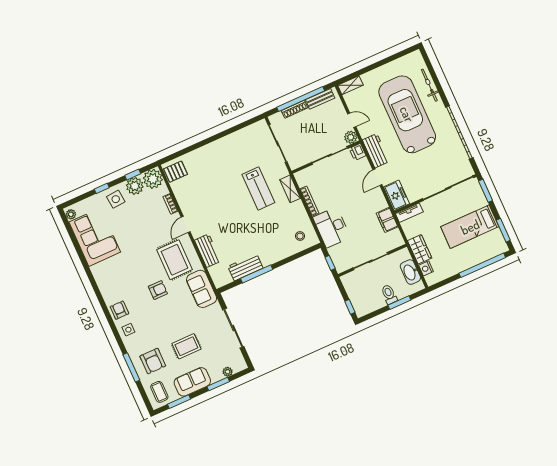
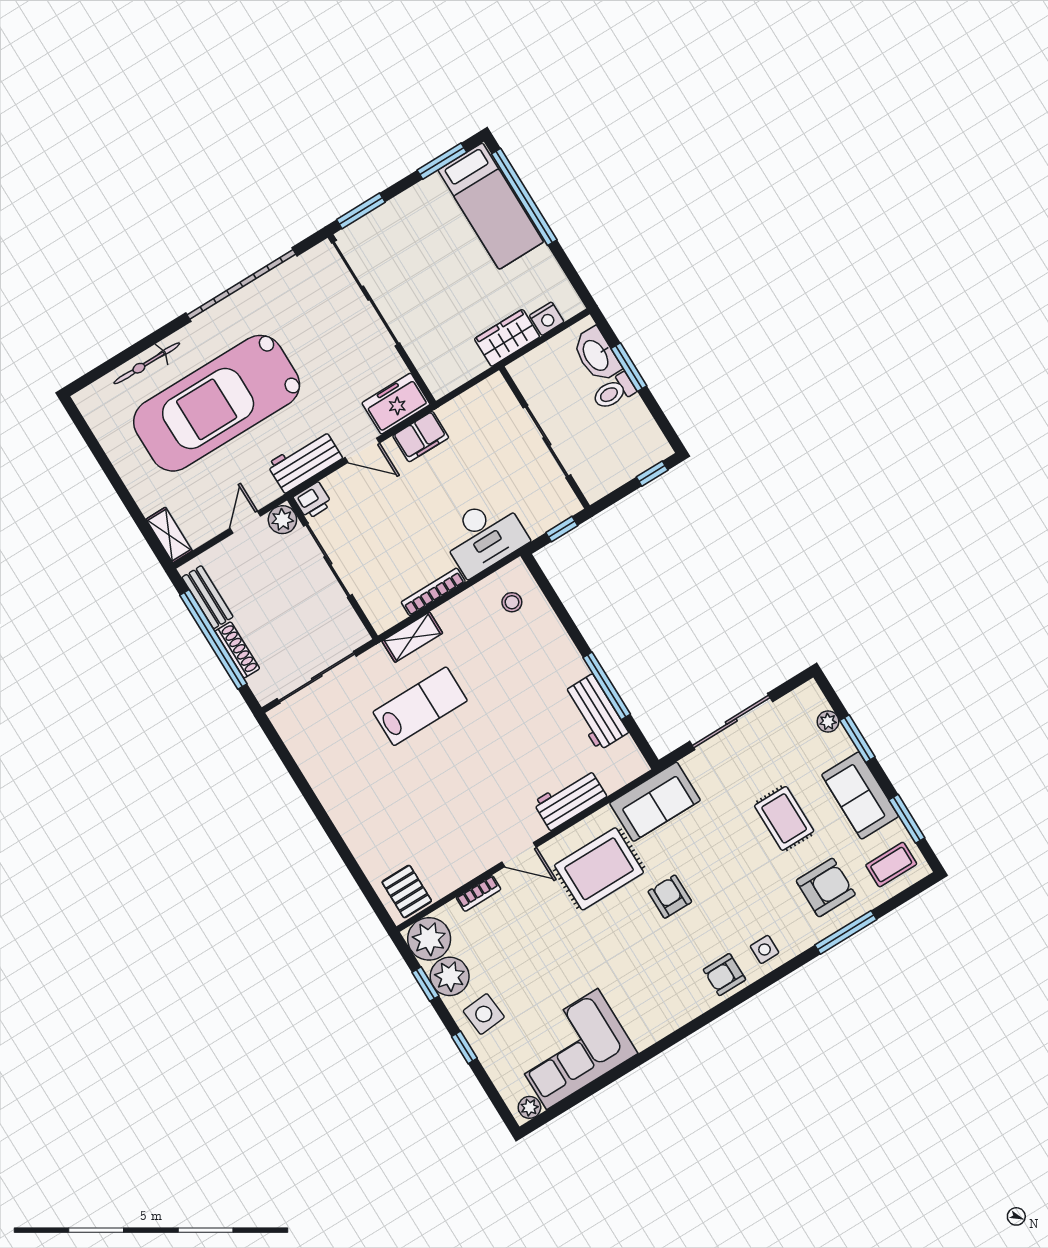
tv unit: (409, 213) -> (430, 371), removed
filing cabinet: (387, 220) -> (421, 437), moved
bed: (470, 227) -> (491, 206), moved
washbasin: (410, 272) -> (596, 355), moved, turned 90

